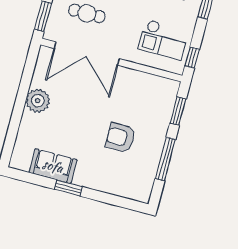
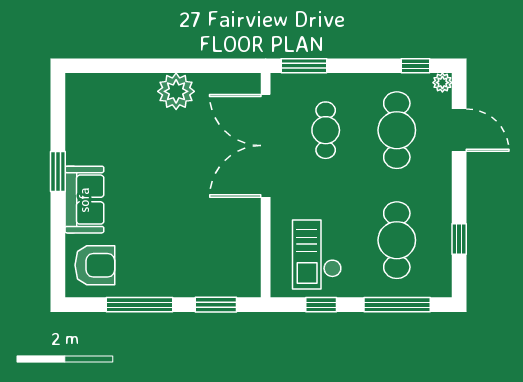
window: (192, 58) -> (321, 305), moved
armchair: (121, 138) -> (95, 265), moved, turned 90
sofa: (53, 166) -> (84, 200), moved

